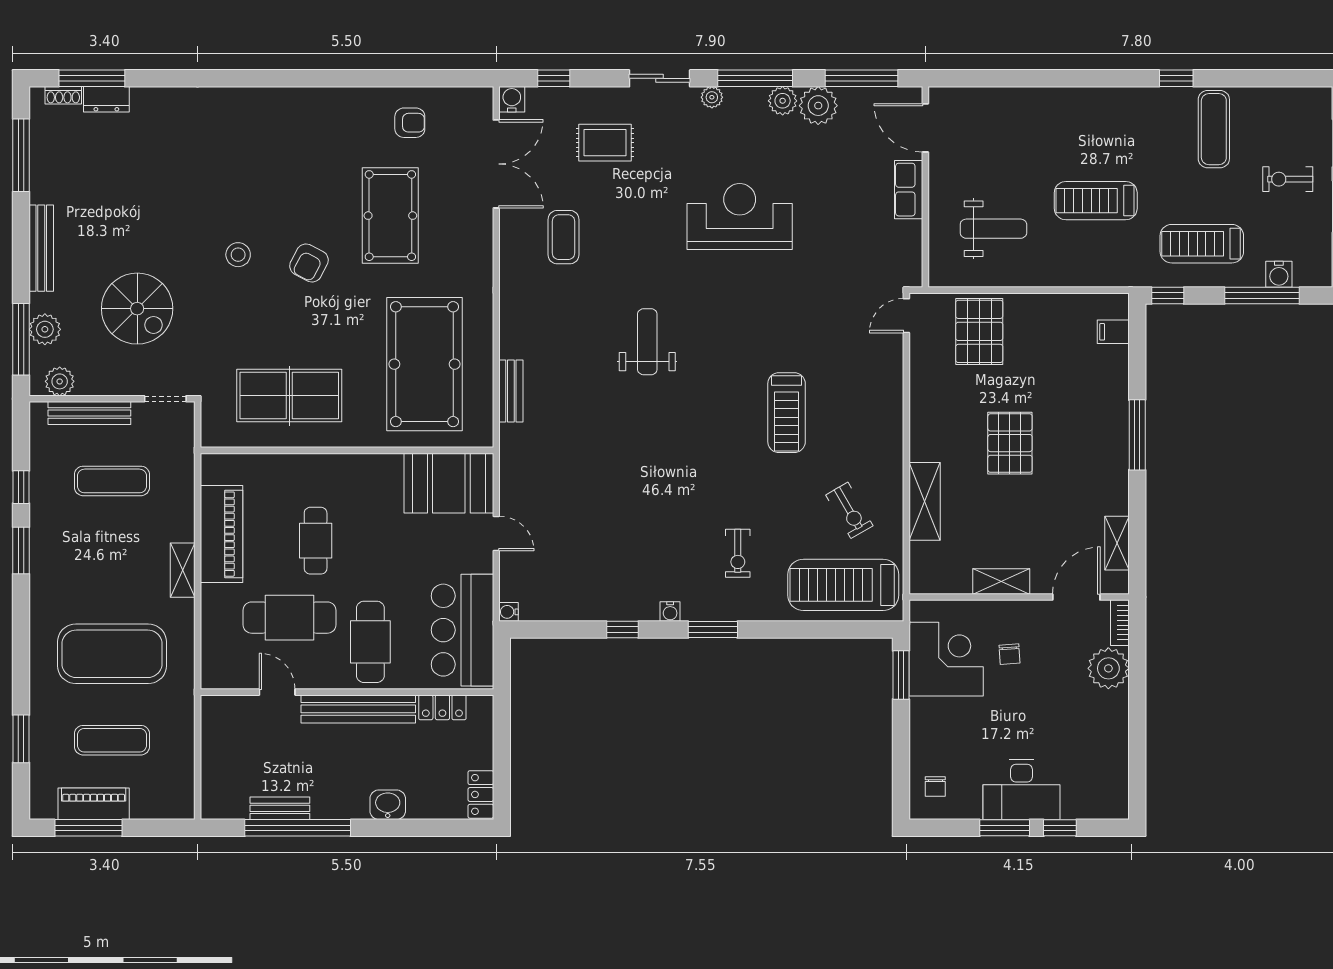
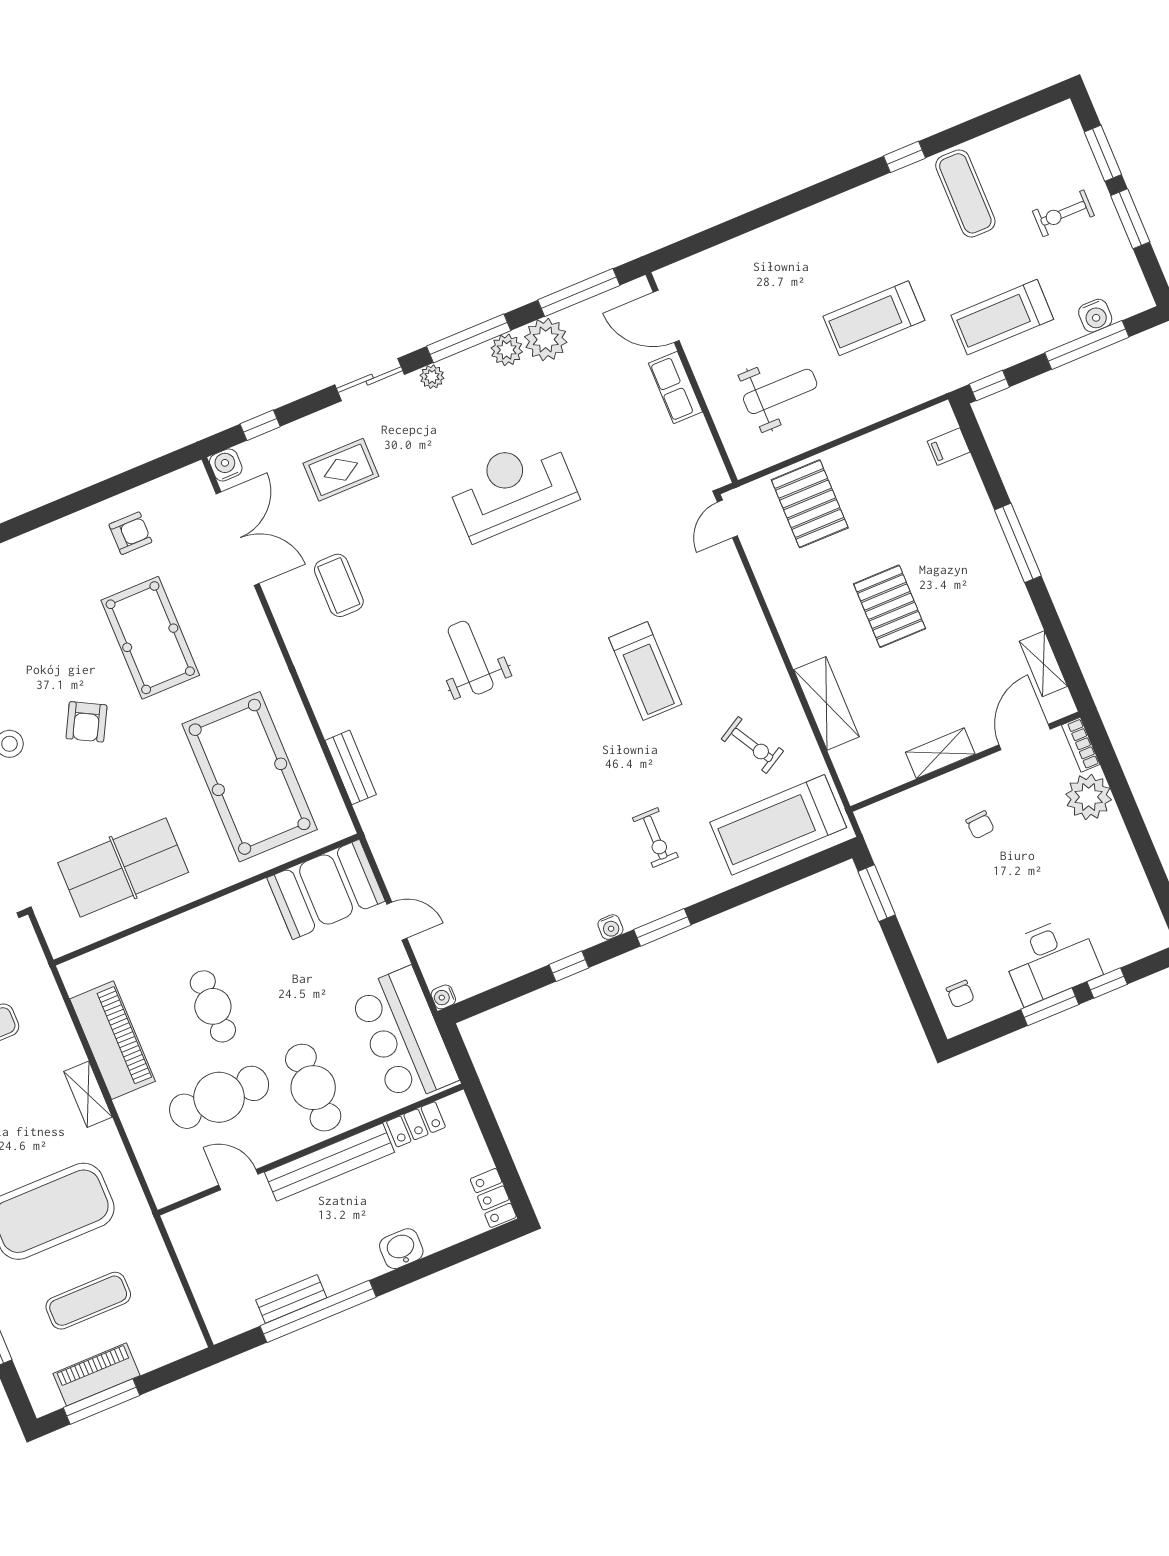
corner desk: (946, 659) -> (917, 857), removed

